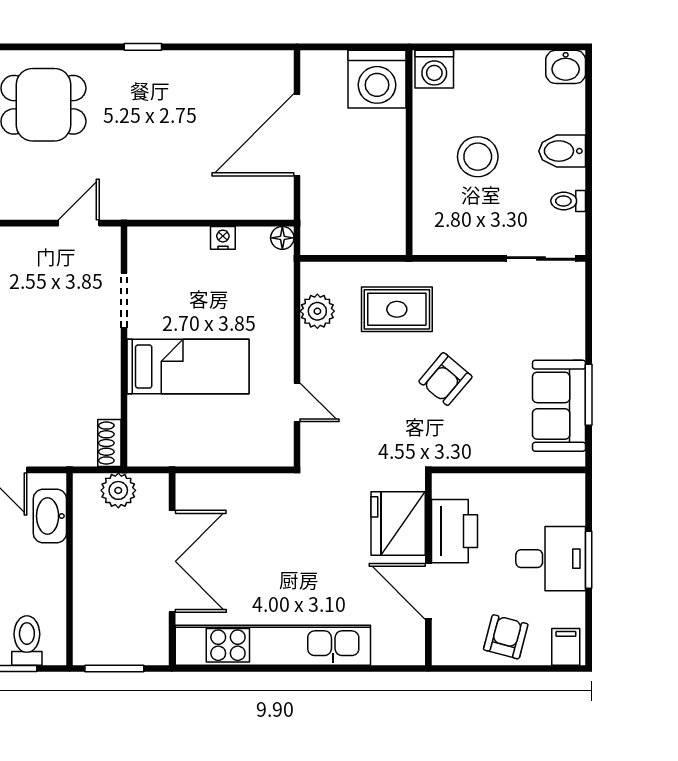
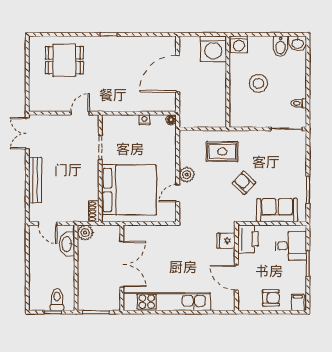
bidet: (562, 151) -> (280, 46), moved, turned -90
plant: (317, 311) -> (187, 175), moved
bed: (188, 366) -> (129, 190), width x2.04
armchair: (445, 379) -> (244, 183), turned 93
door: (297, 402) -> (178, 193), swing flipped
sofa: (559, 406) -> (277, 210), moved, turned 90
plant: (118, 490) -> (85, 233), moved
fridge: (398, 523) -> (226, 241), width x0.53, depth x0.75
printer: (454, 531) -> (248, 239), moved
desk: (551, 559) -> (291, 246), moved
armchair: (506, 637) -> (271, 298), turned 75

